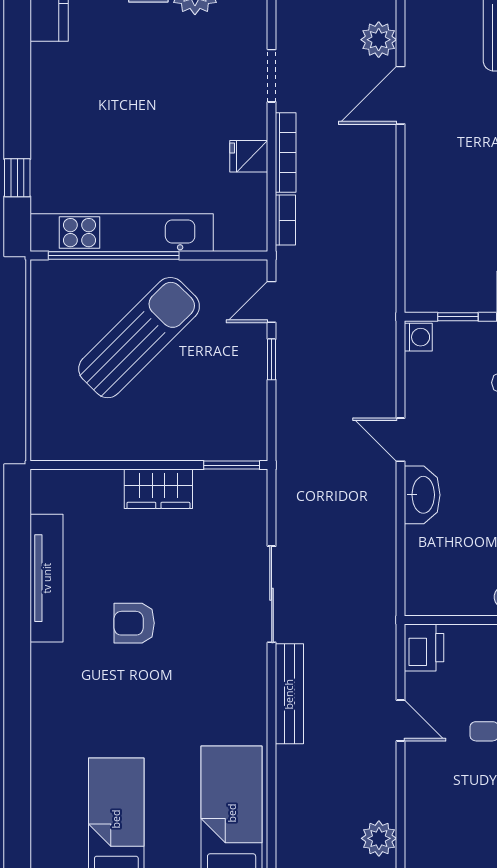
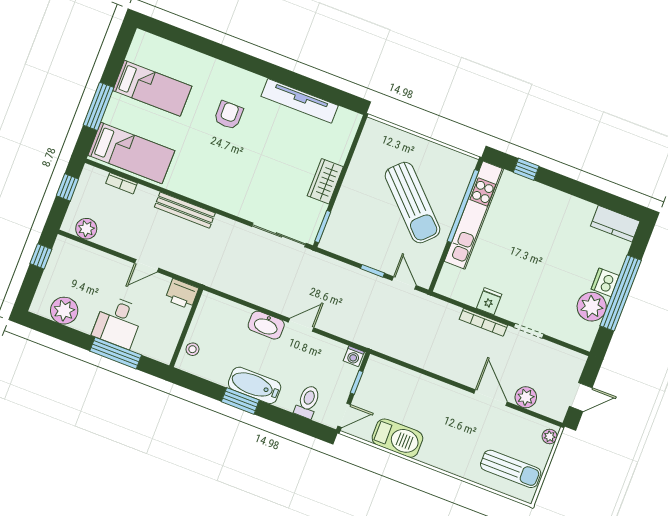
bookcase: (285, 220) -> (121, 183), moved
sliding door: (272, 594) -> (279, 235), moved
armchair: (134, 623) -> (229, 115), moved

